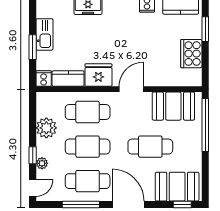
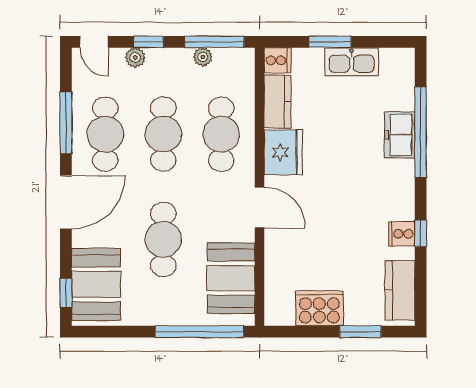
window: (33, 116) -> (214, 42), added
plant: (46, 128) -> (203, 57), width x0.53, depth x0.53

